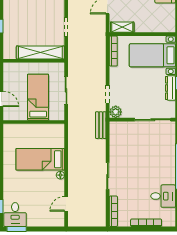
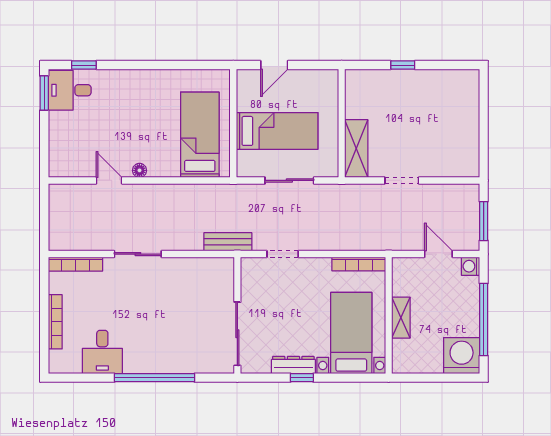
shelving: (122, 27) -> (401, 318), moved
shelving: (40, 52) -> (356, 149), width x0.68
plant: (116, 112) -> (251, 268), removed
bed: (40, 159) -> (200, 135), moved
door: (66, 204) -> (109, 180), moved

